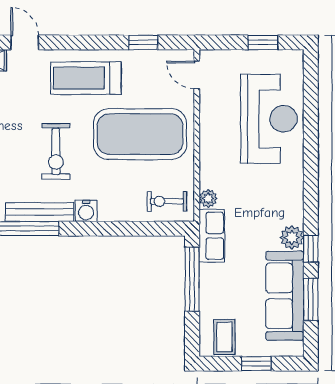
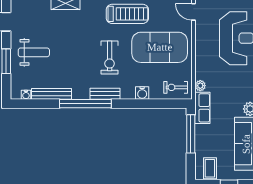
treadmill: (86, 78) -> (127, 14), turned 180
water cooler: (86, 211) -> (142, 93), moved
bench: (39, 212) -> (105, 94), width x0.73

